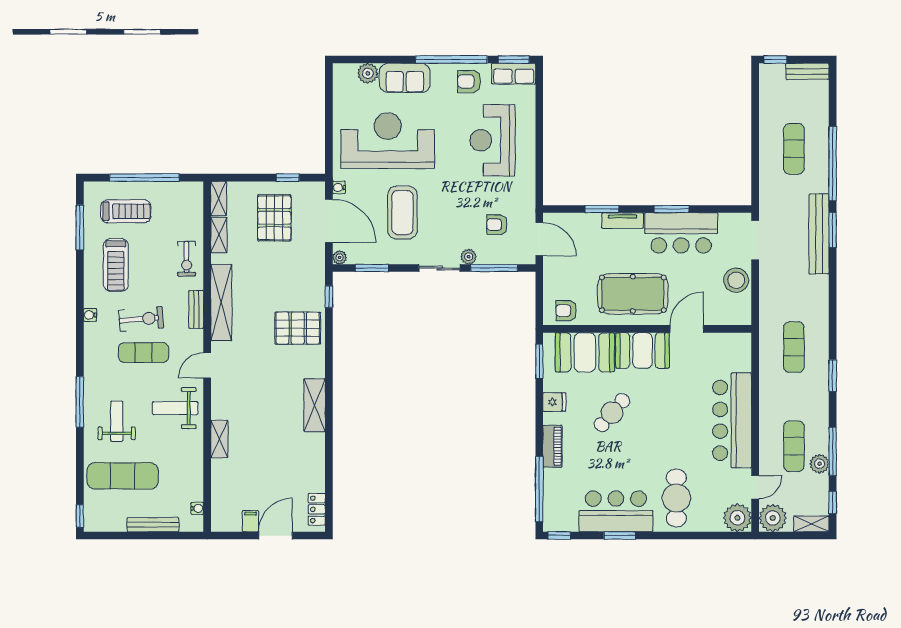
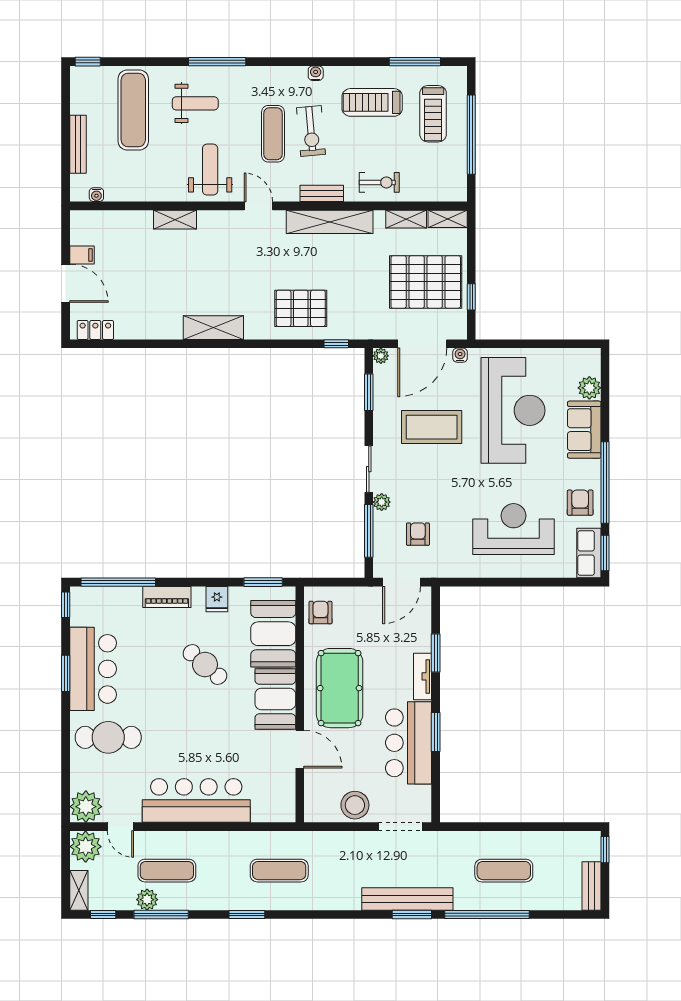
pallet: (274, 218) -> (426, 282), width x1.37, depth x1.41
exercise bike: (187, 259) -> (379, 182), turned 180
pallet: (298, 328) -> (301, 308), turned 90

